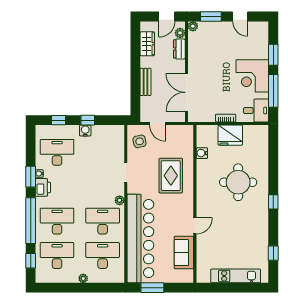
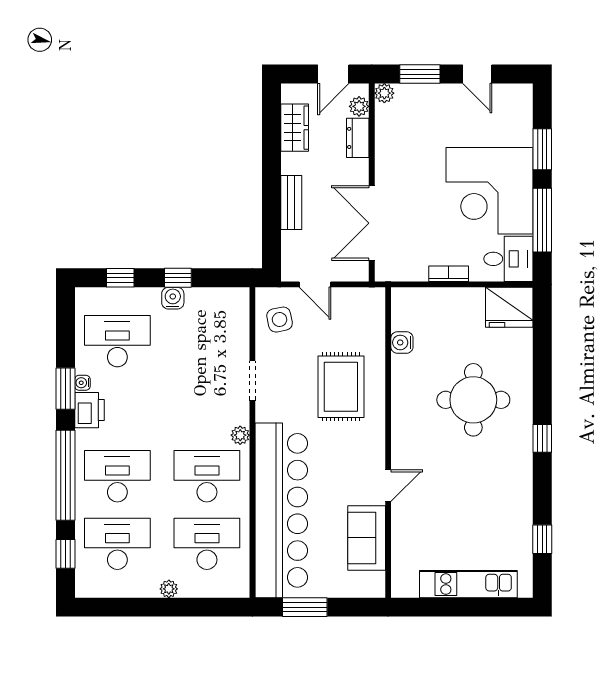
corner desk: (252, 76) -> (490, 191), width x1.36, depth x1.36
fridge: (230, 135) -> (509, 307), moved

